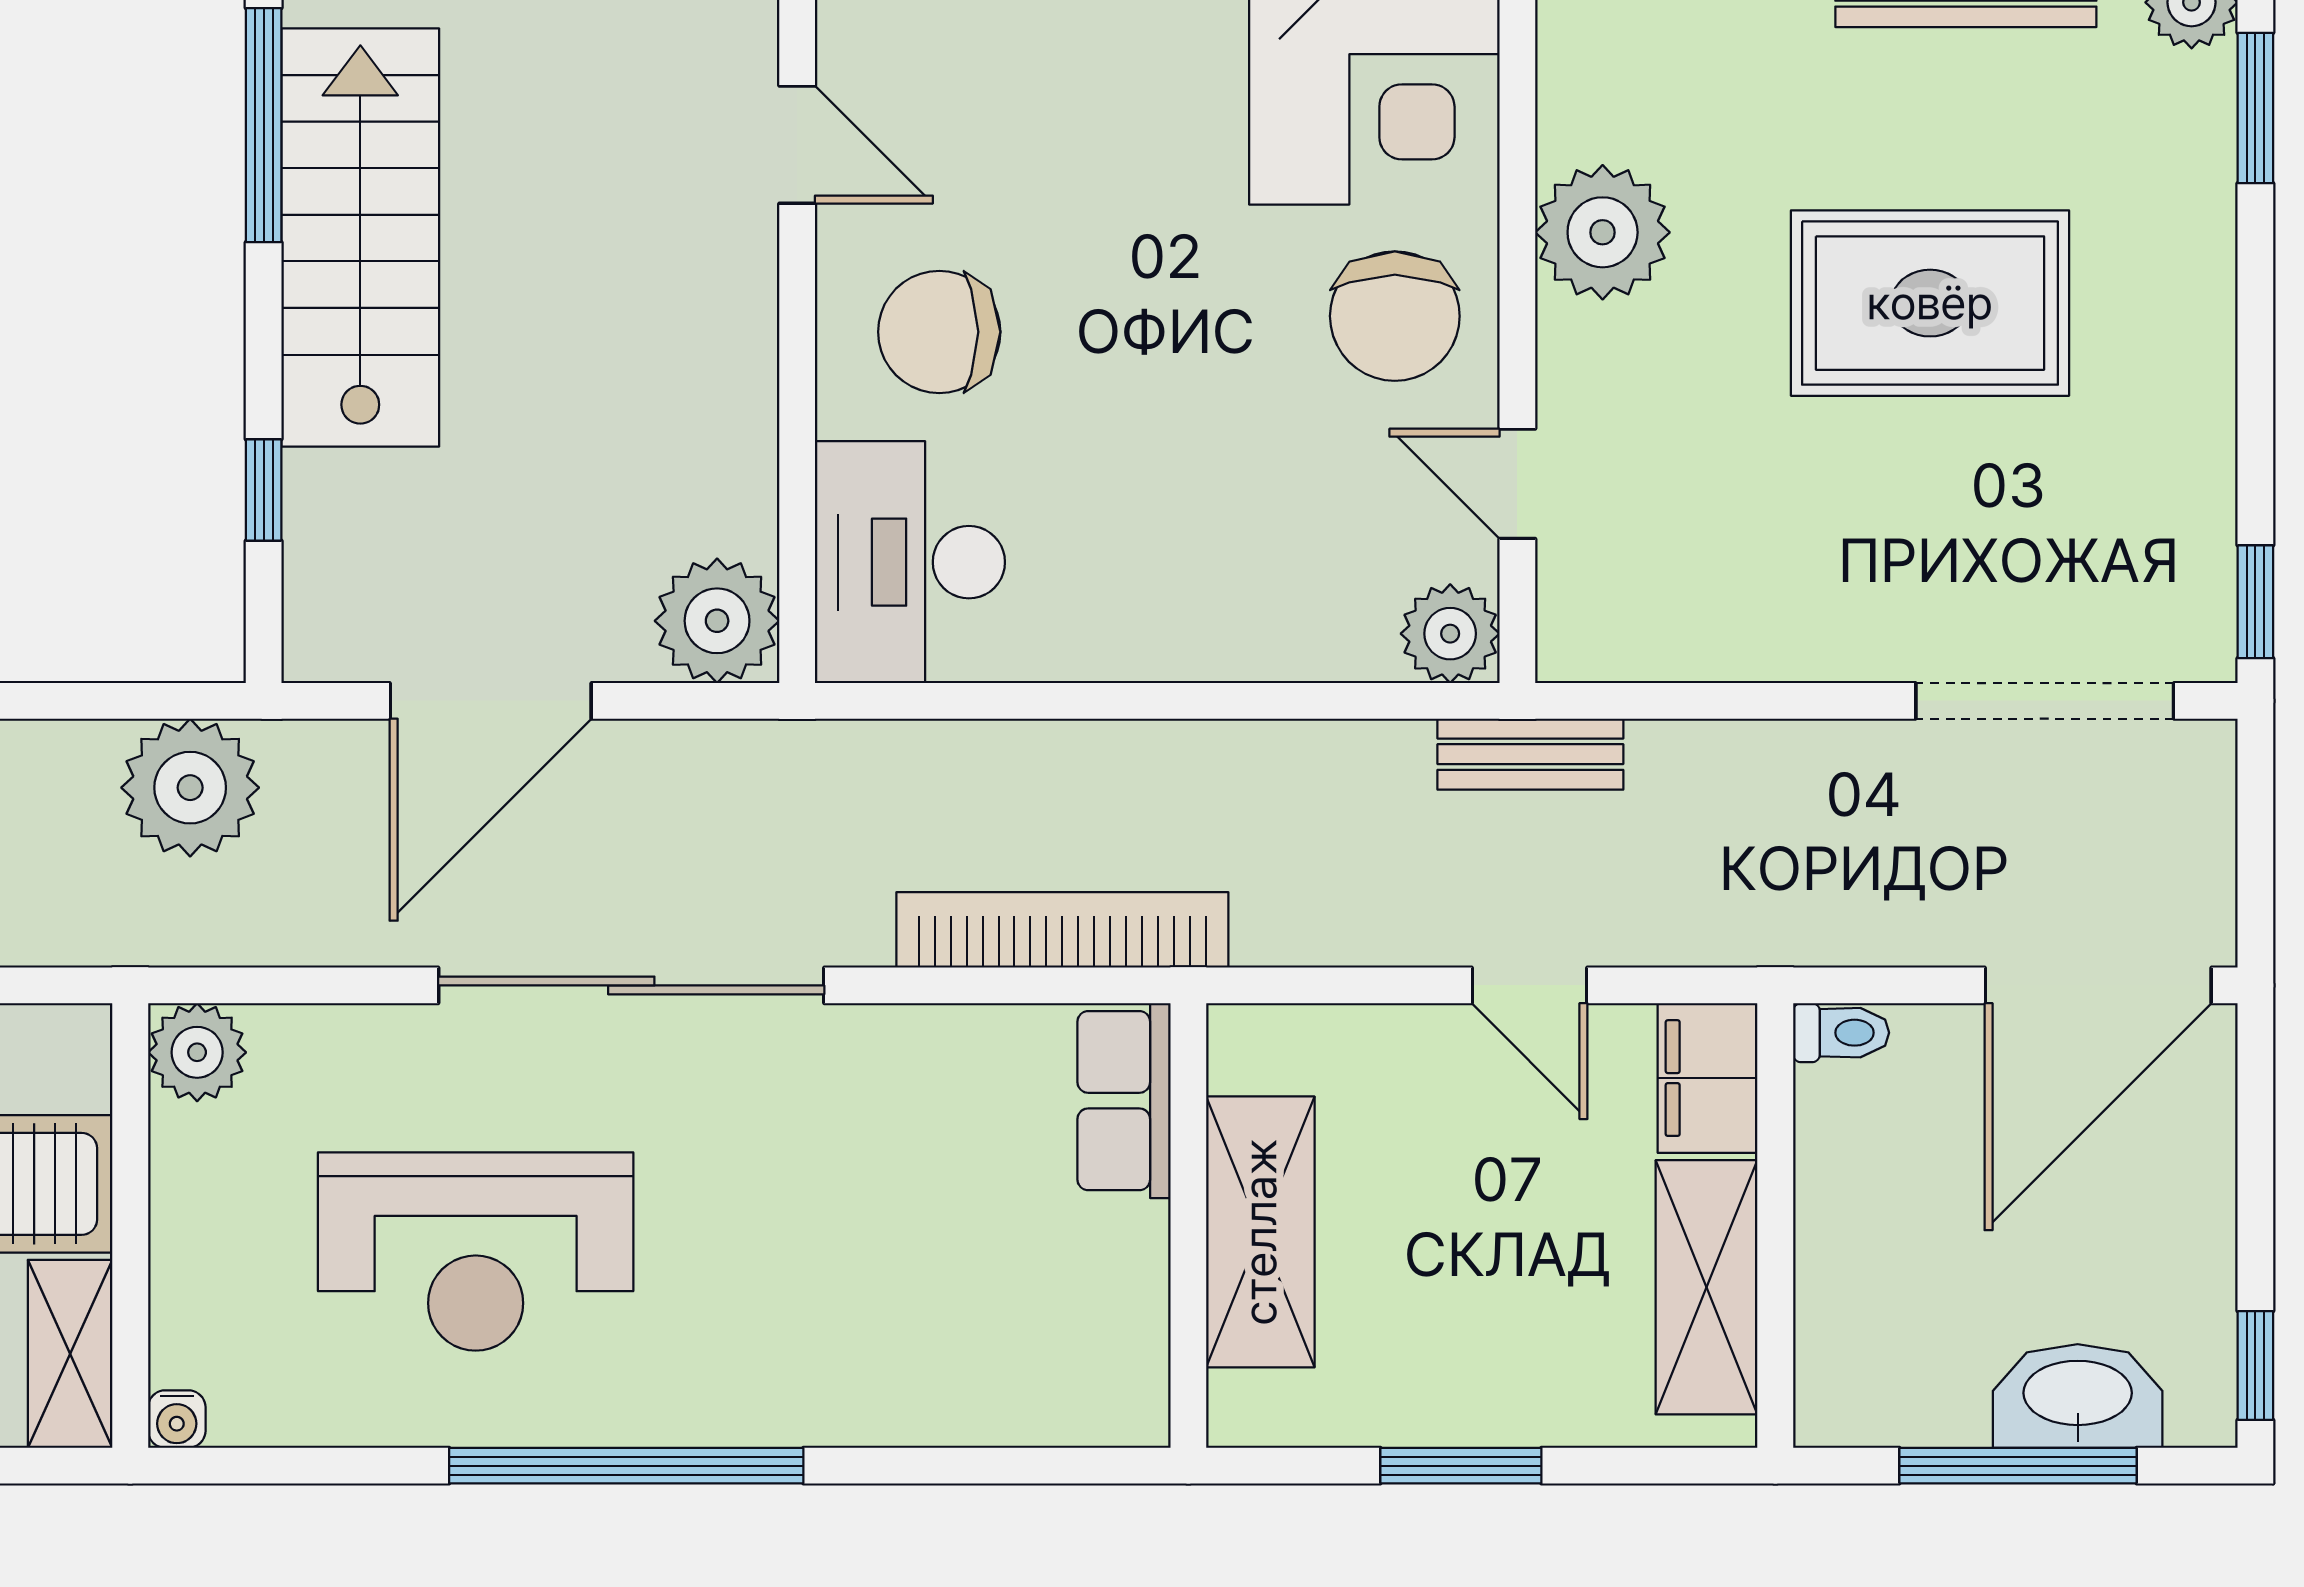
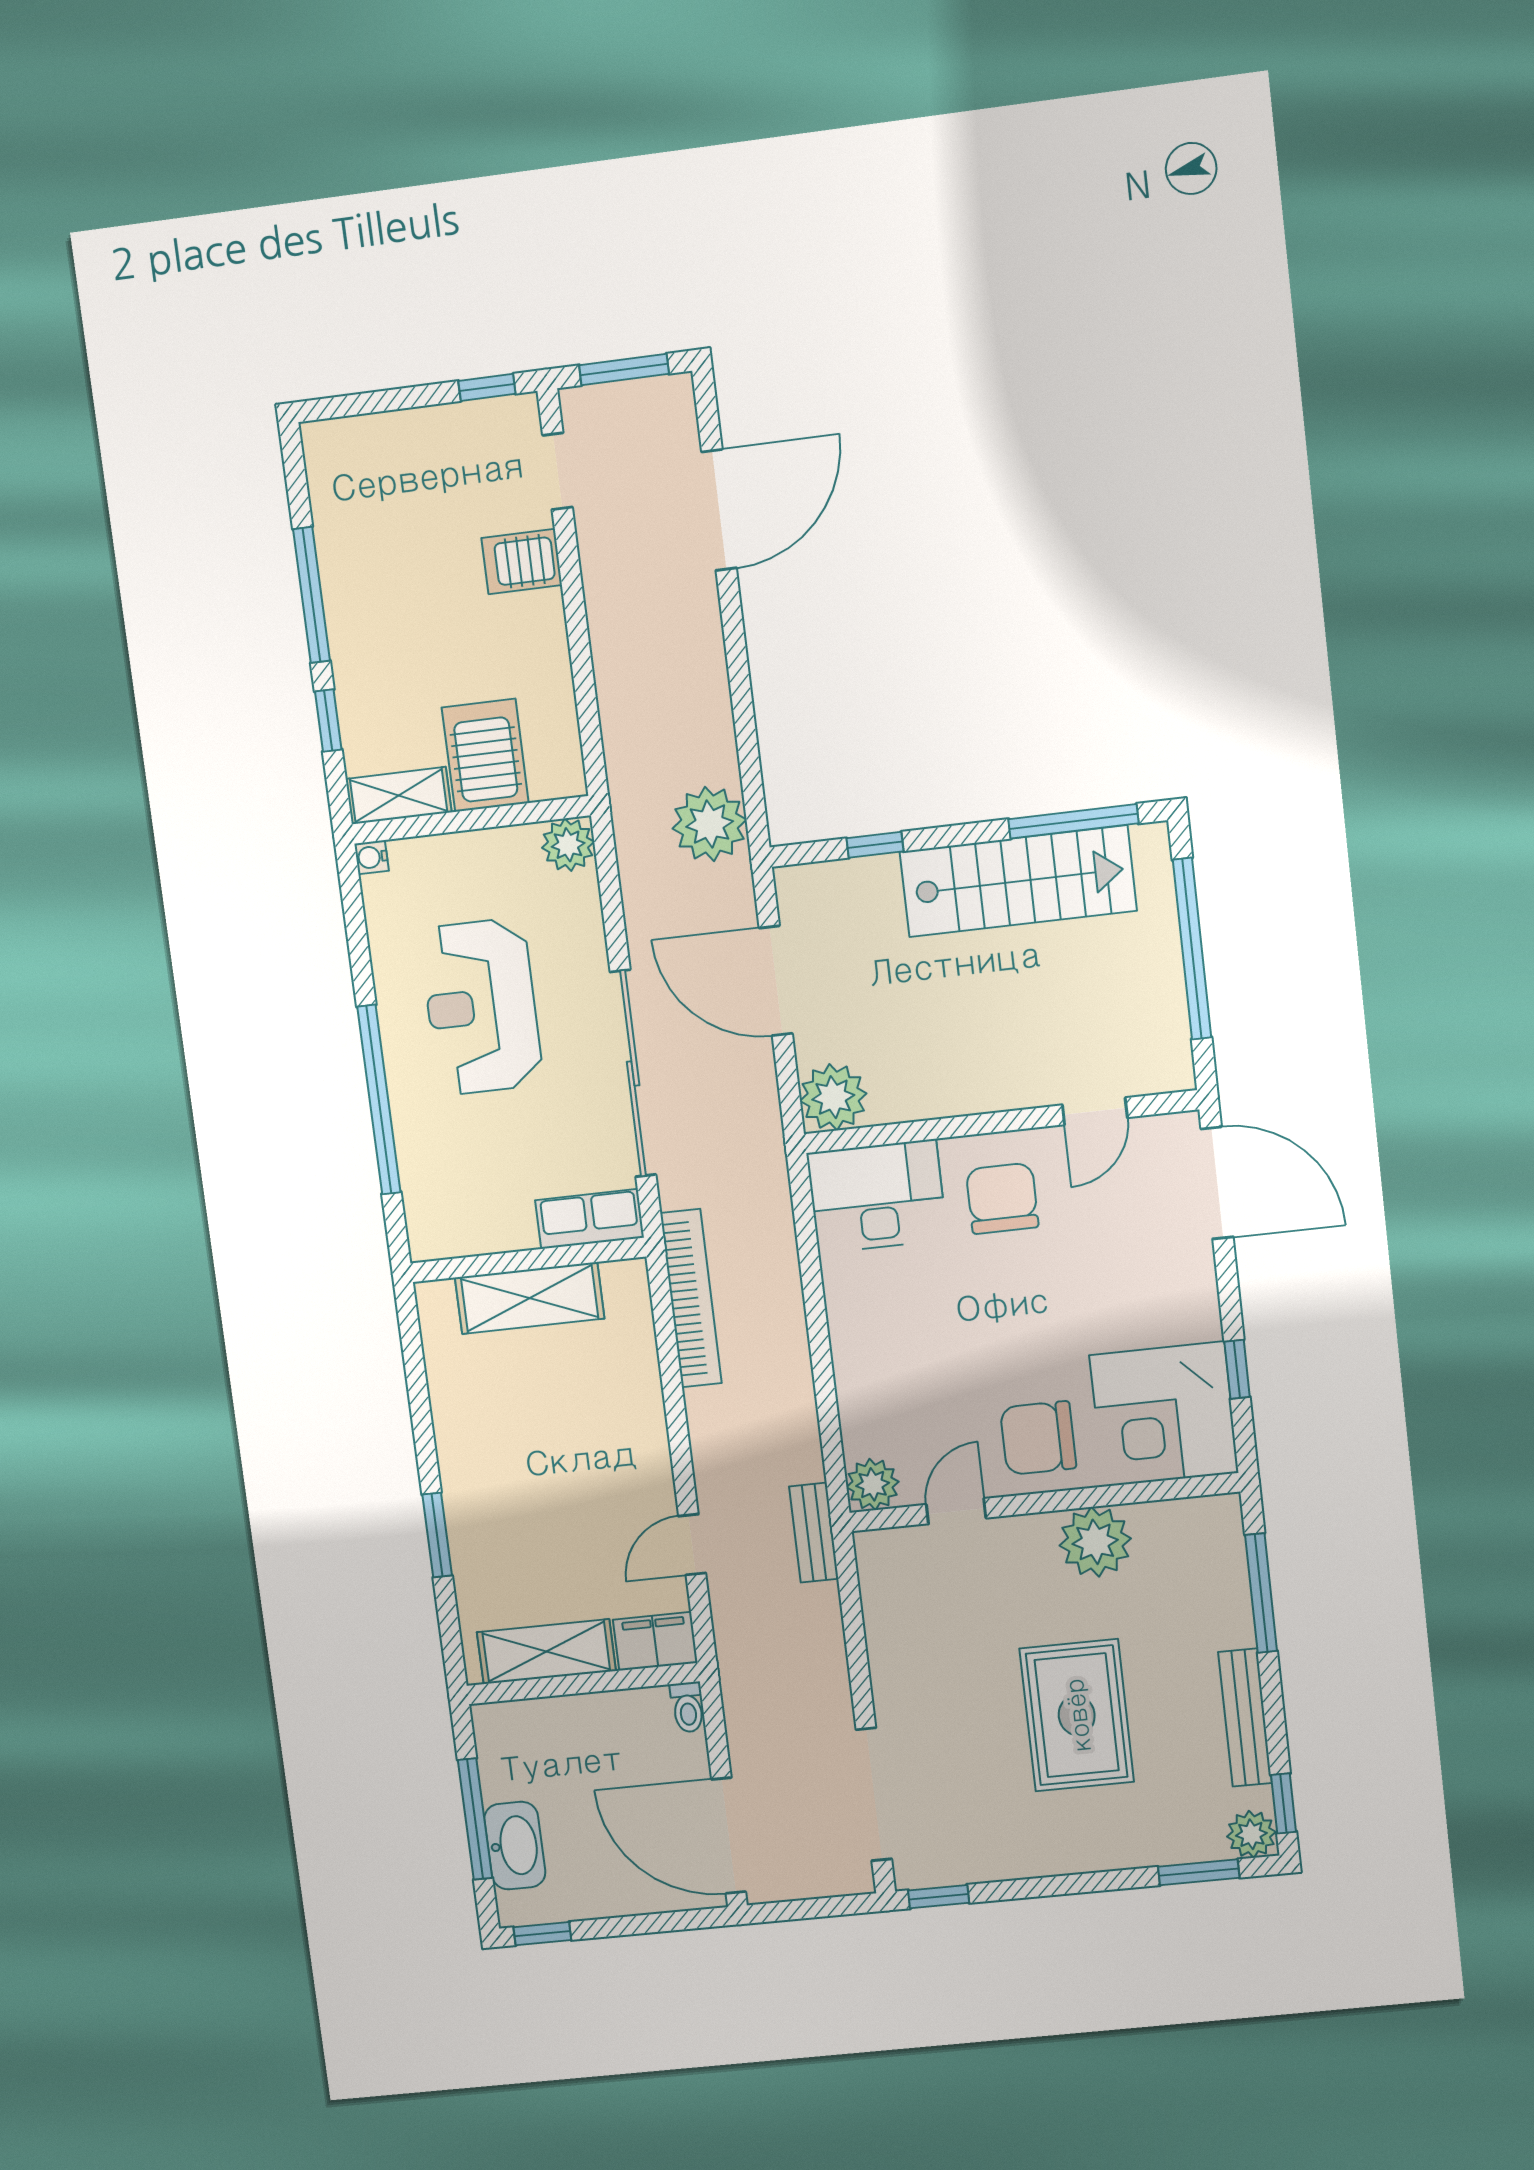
row of seats: (1124, 1101) -> (590, 1219), moved
wall: (1188, 1226) -> (528, 1260), moved
shelving: (1260, 1232) -> (530, 1298), moved

